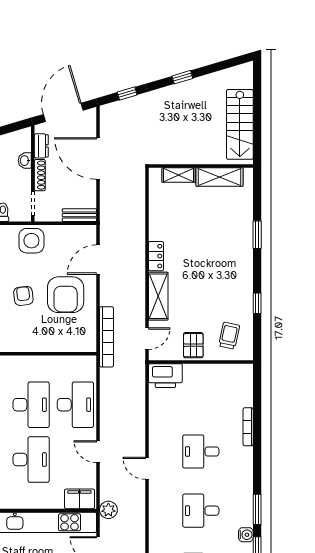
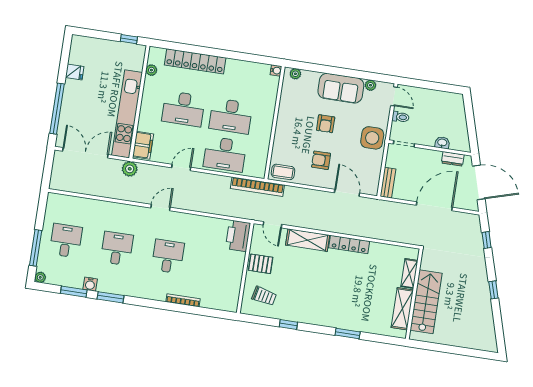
stairs: (240, 124) -> (426, 302), moved, turned 90
shoe rack: (40, 175) -> (428, 154), removed
locker: (156, 256) -> (349, 244), width x1.53
armchair: (66, 295) -> (321, 160), width x0.53, depth x0.53
armchair: (23, 296) -> (326, 124), turned 97
coffee table: (85, 336) -> (283, 172), added
bookcase: (106, 337) -> (257, 187), moved

